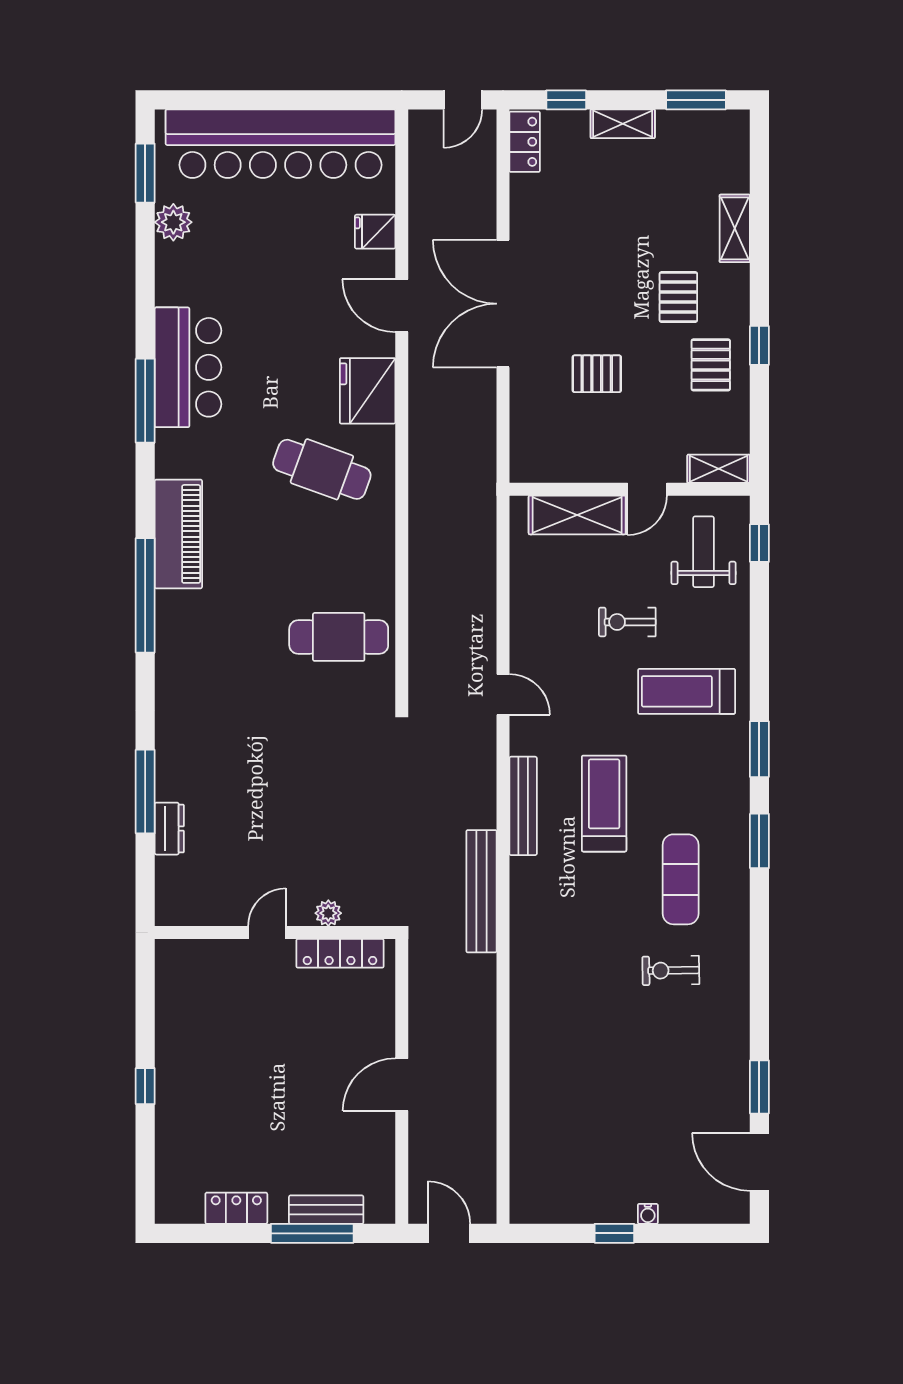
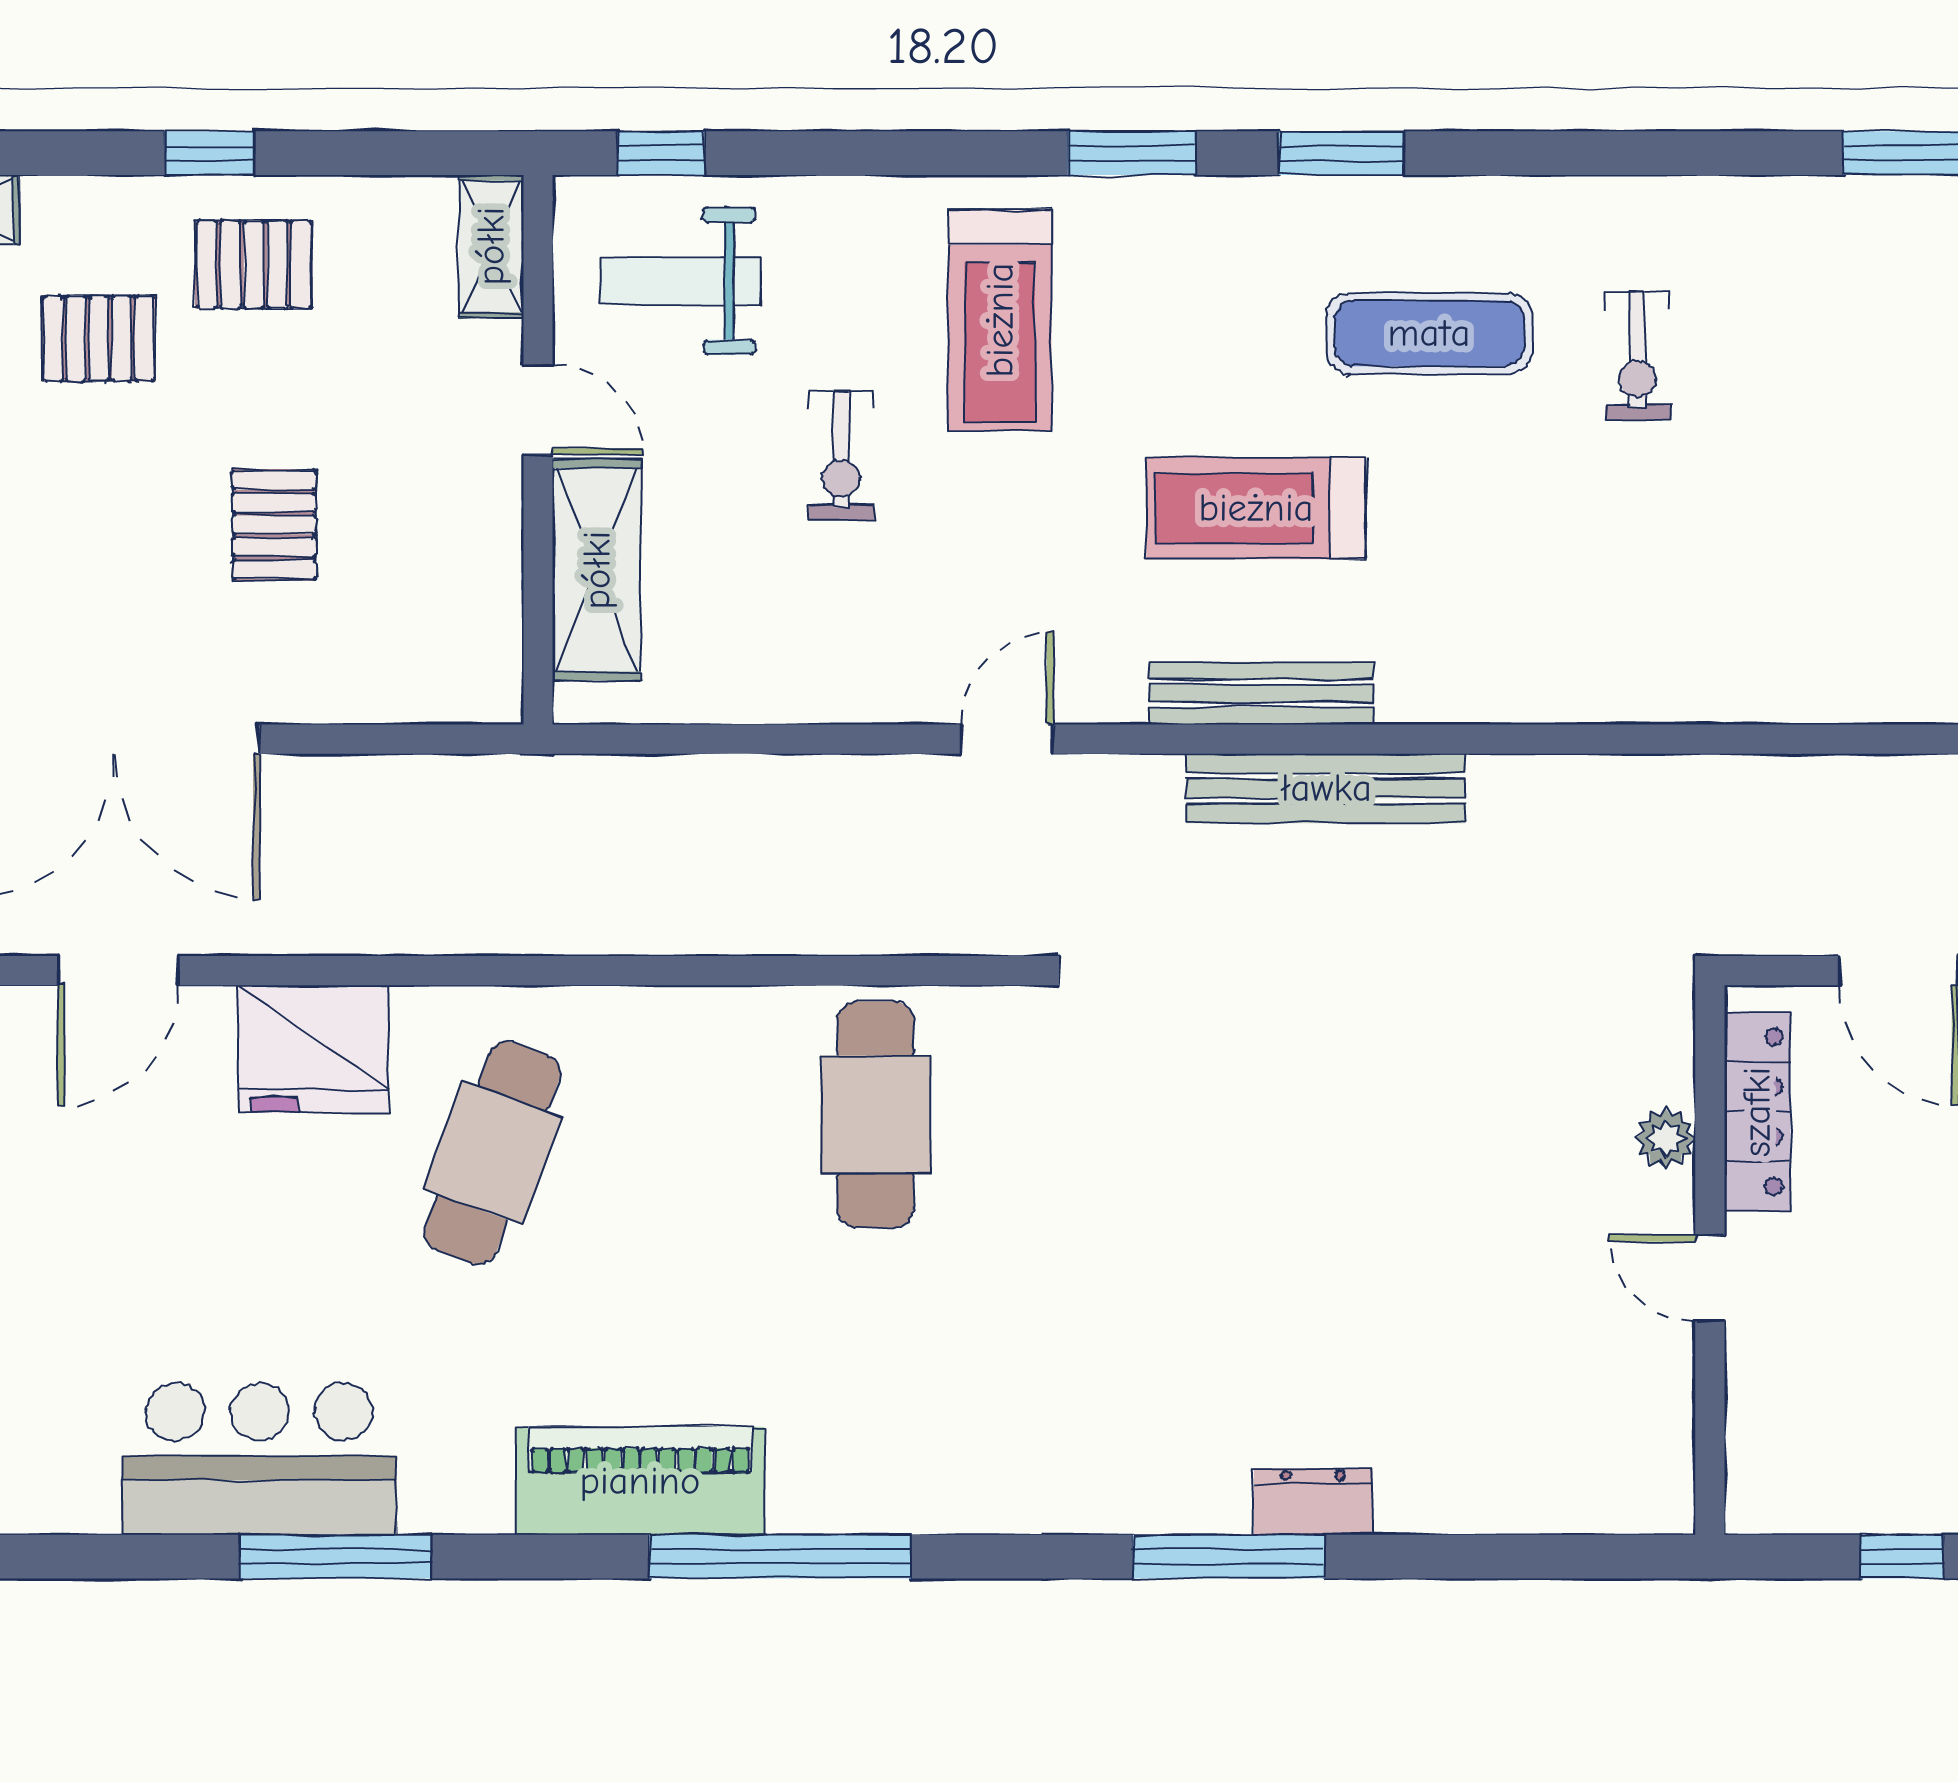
bench: (481, 891) -> (1326, 788), moved
plant: (328, 913) -> (1666, 1138), moved
door: (267, 933) -> (1710, 1278), moved
wall: (275, 933) -> (1710, 1260), moved
locker: (340, 953) -> (1757, 1112), moved

